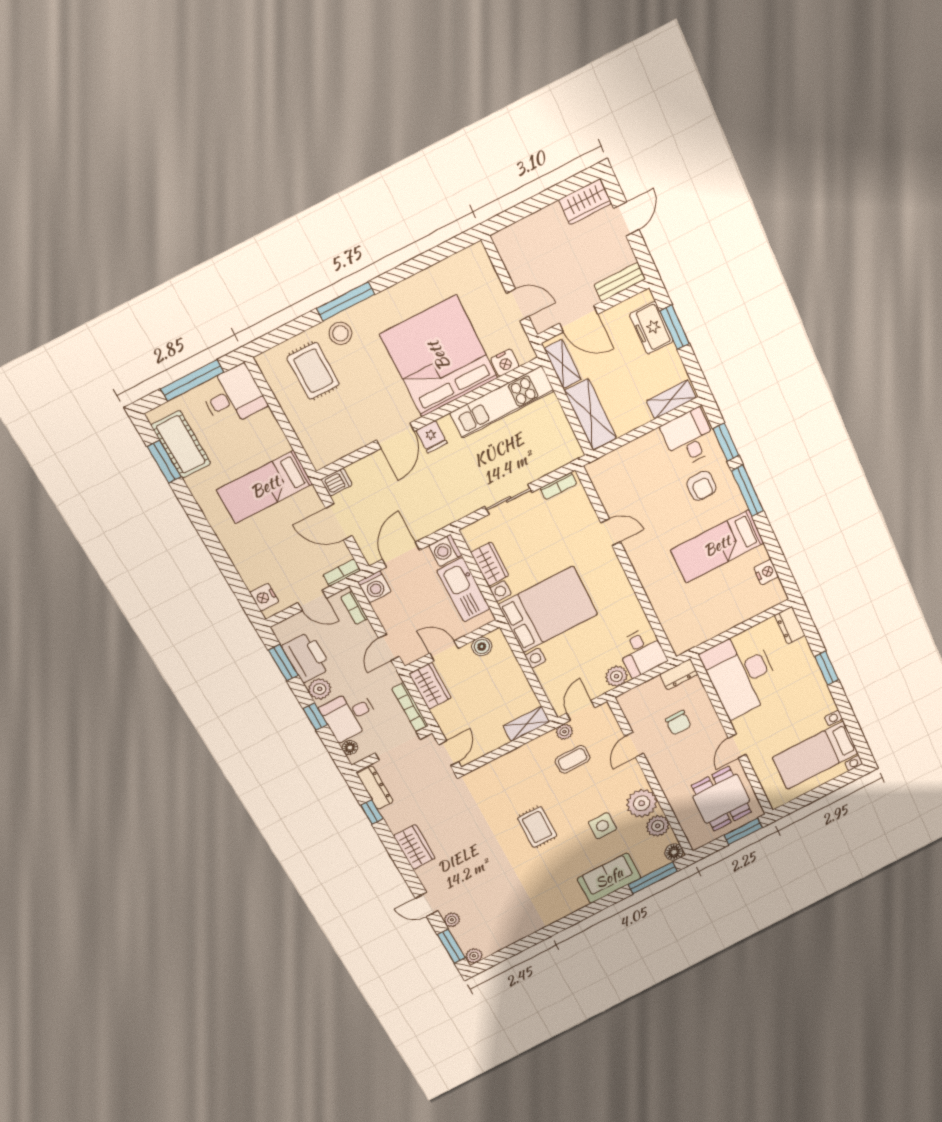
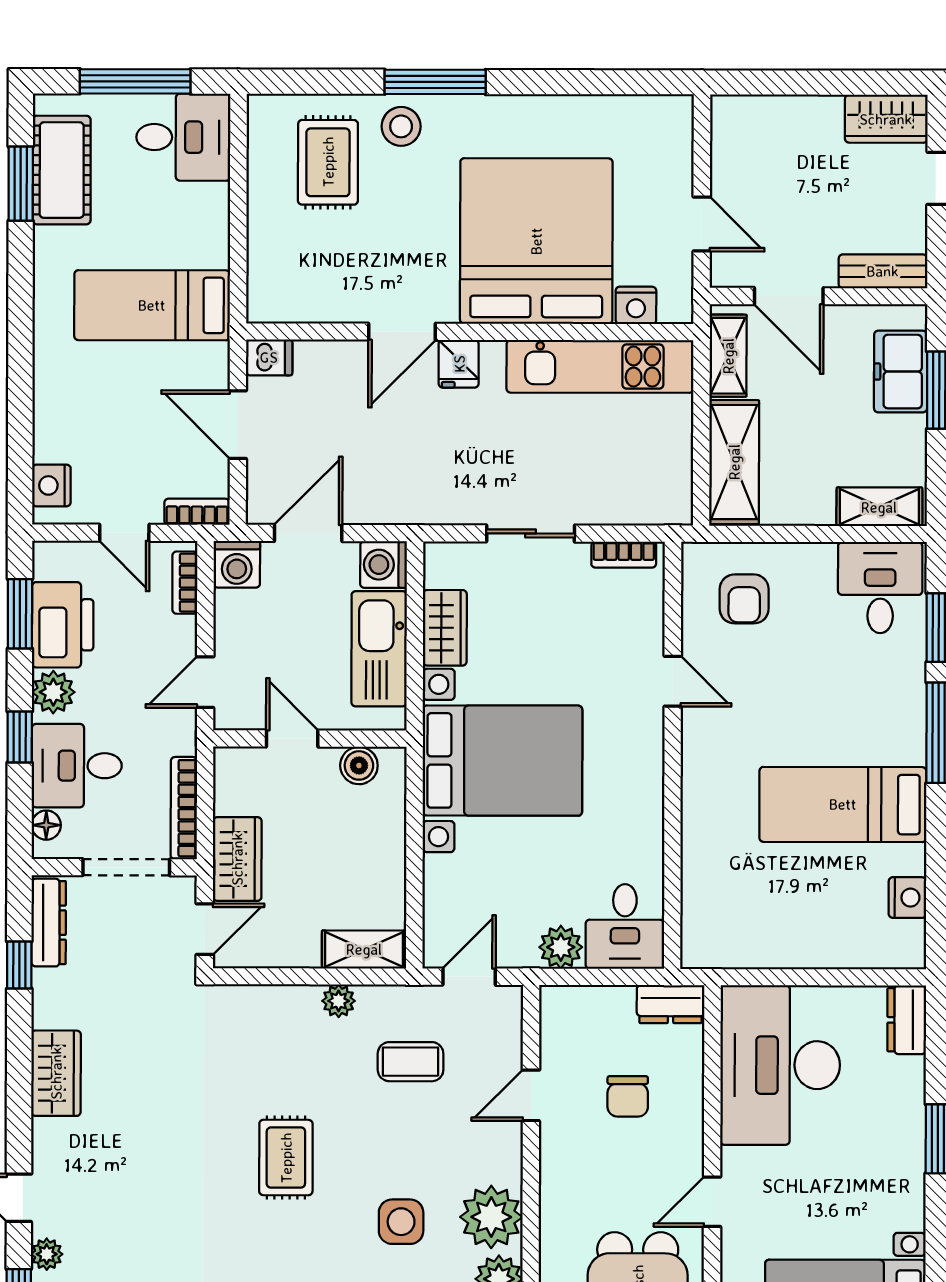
armchair: (701, 486) -> (744, 599), moved
wardrobe: (430, 686) -> (237, 859), moved
plant: (564, 732) -> (339, 1001), moved

